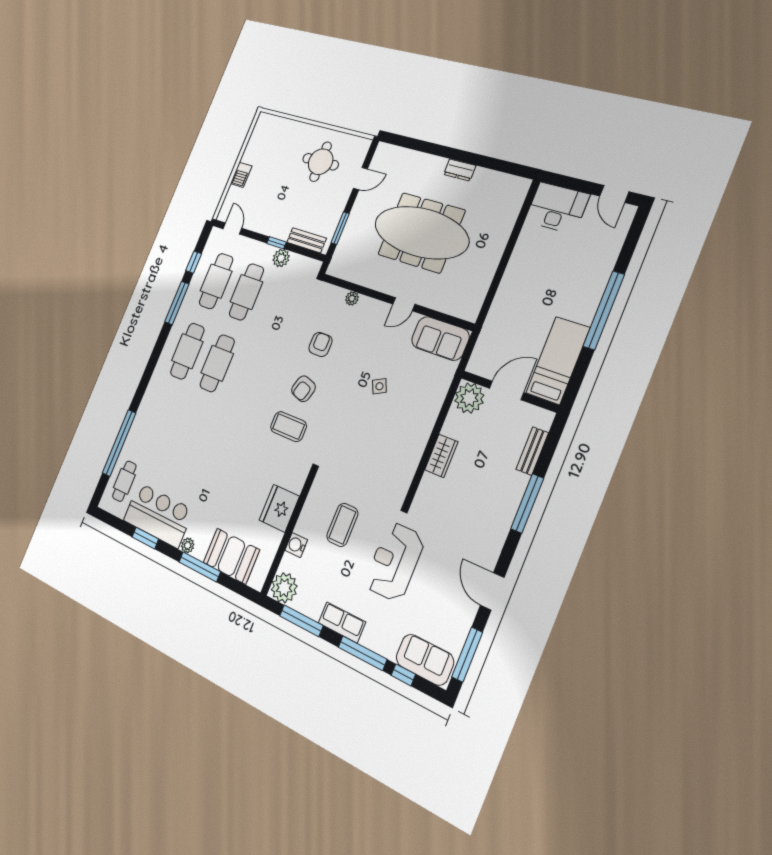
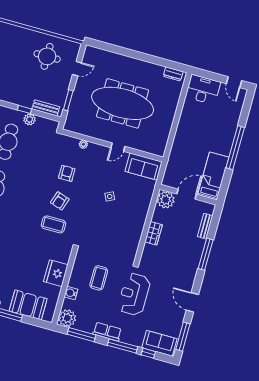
dresser: (460, 170) -> (173, 74), moved

